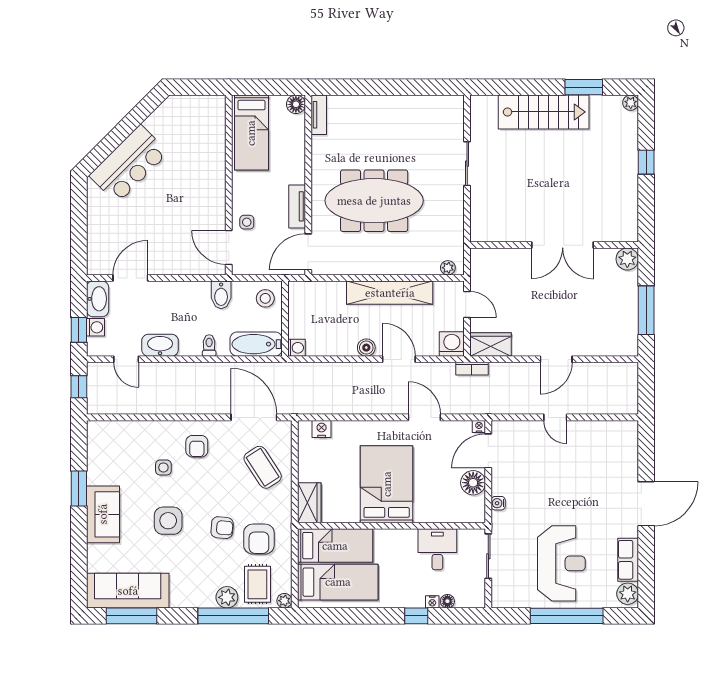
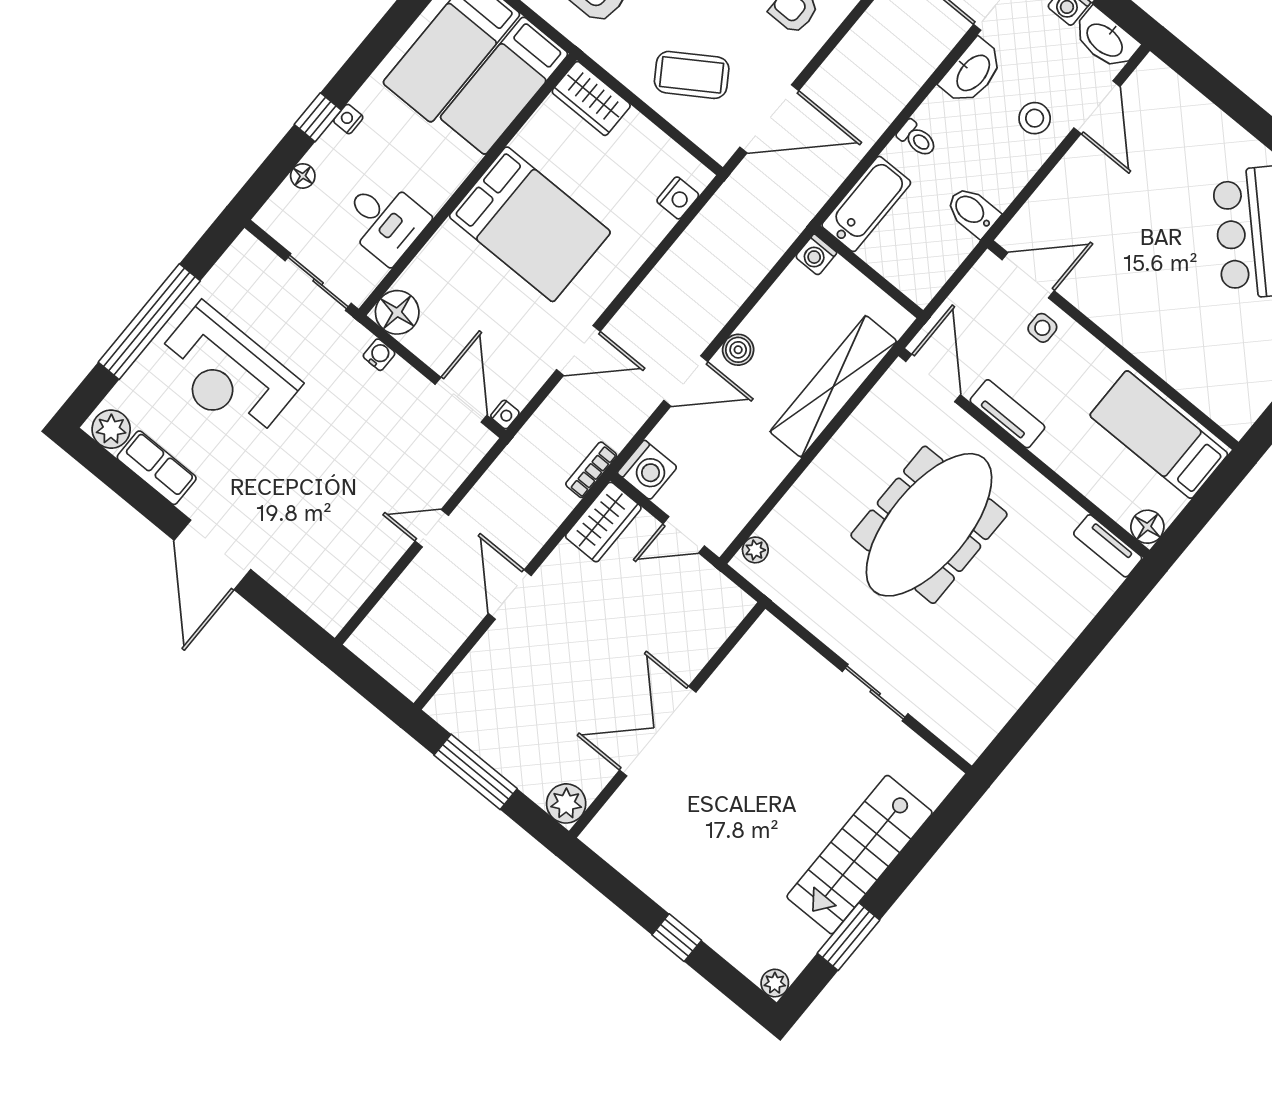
shelving: (390, 293) -> (833, 386), moved
stool: (265, 298) -> (1035, 118), moved
floor lamp: (473, 483) -> (397, 312), moved
nightstand: (432, 602) -> (348, 119), moved

